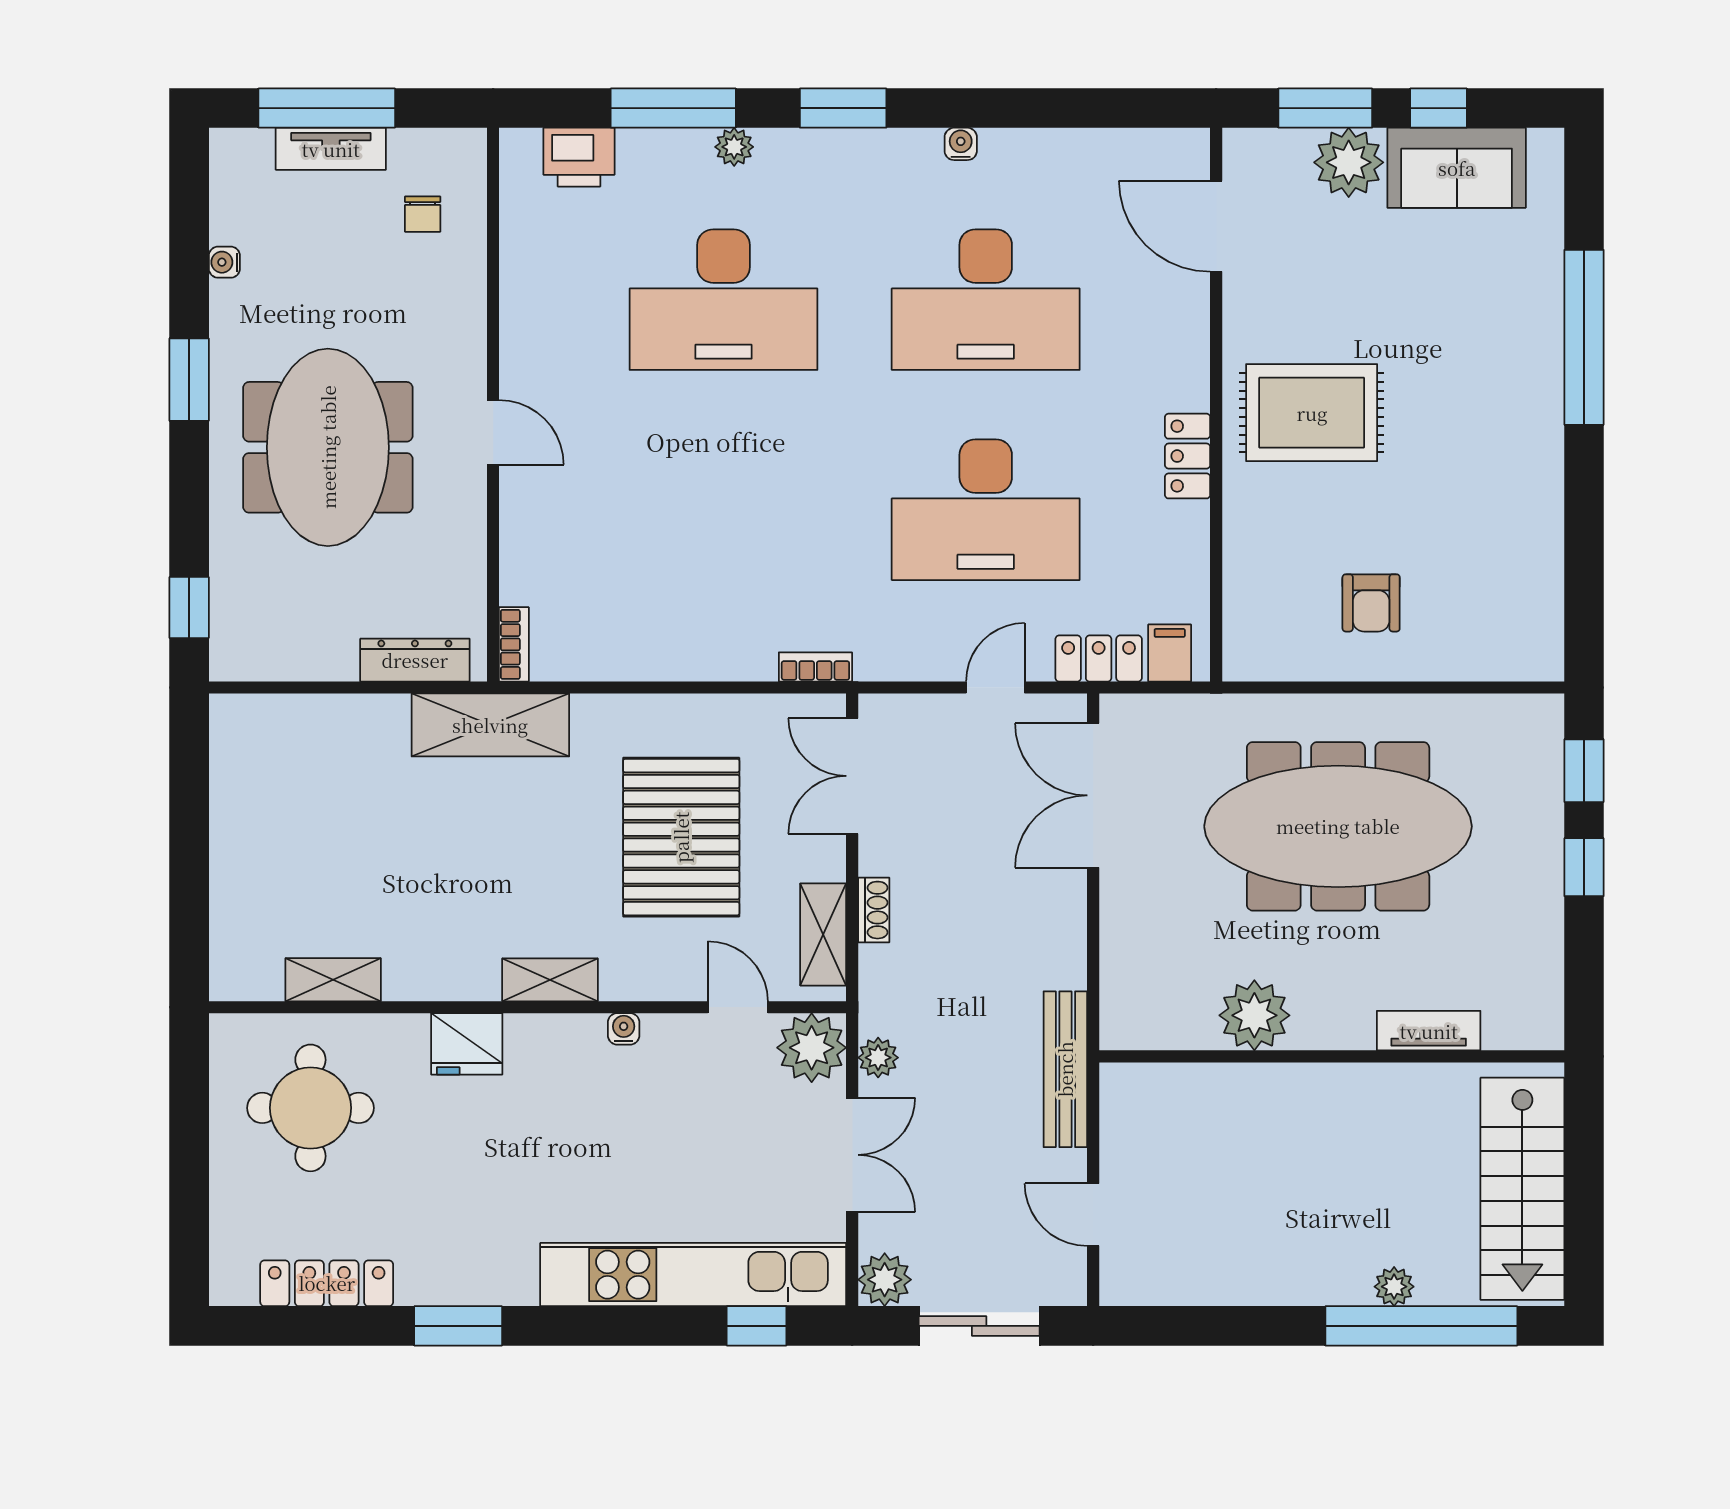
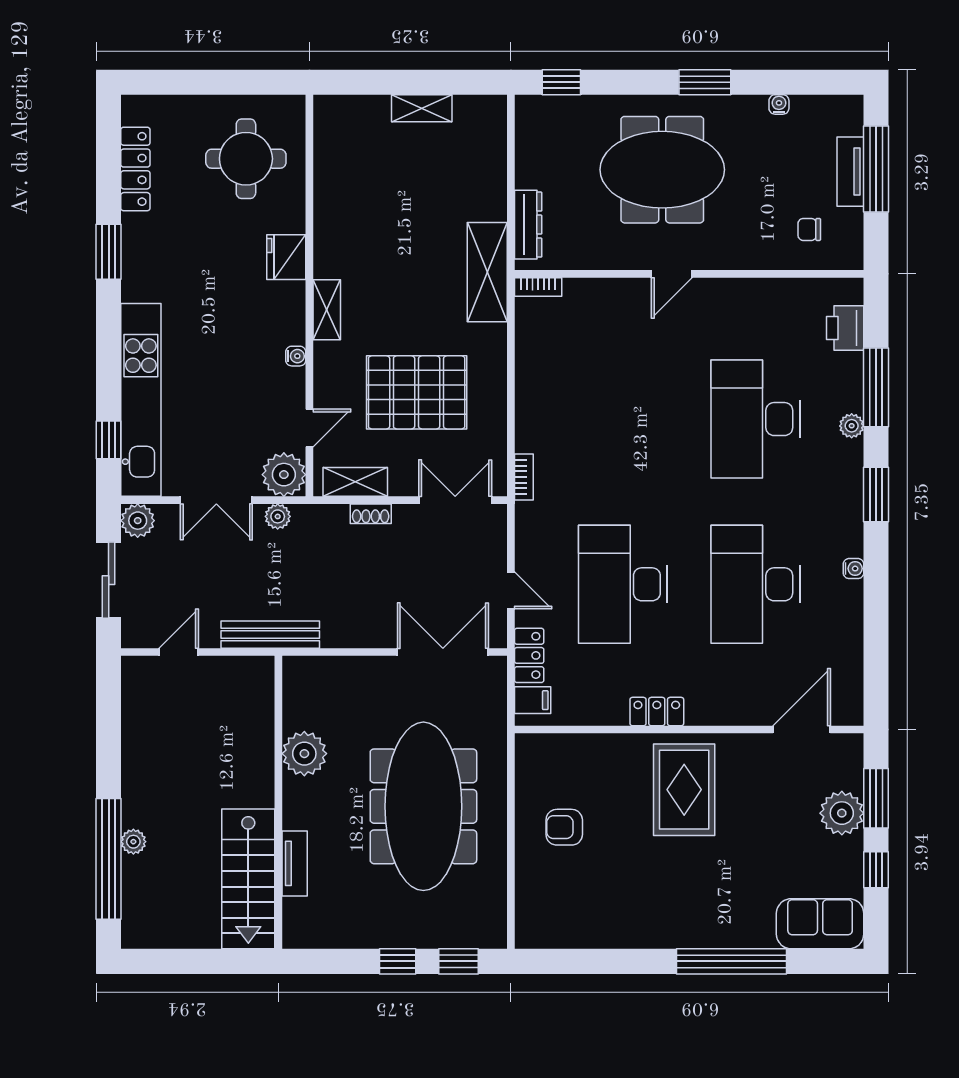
sofa: (1457, 168) -> (820, 924), moved, turned 90
shelving: (333, 980) -> (422, 108), moved, turned 90
stairs: (1522, 1189) -> (248, 879), moved, turned -90

